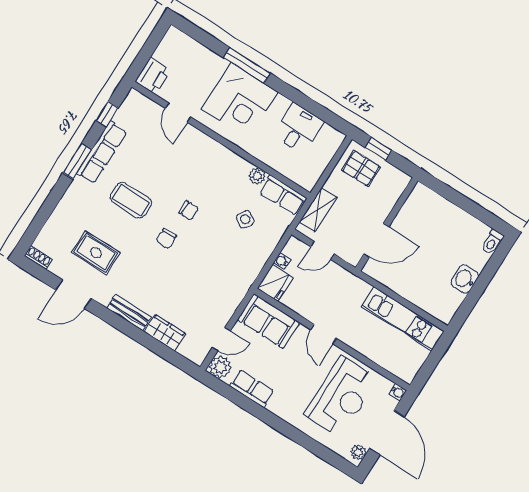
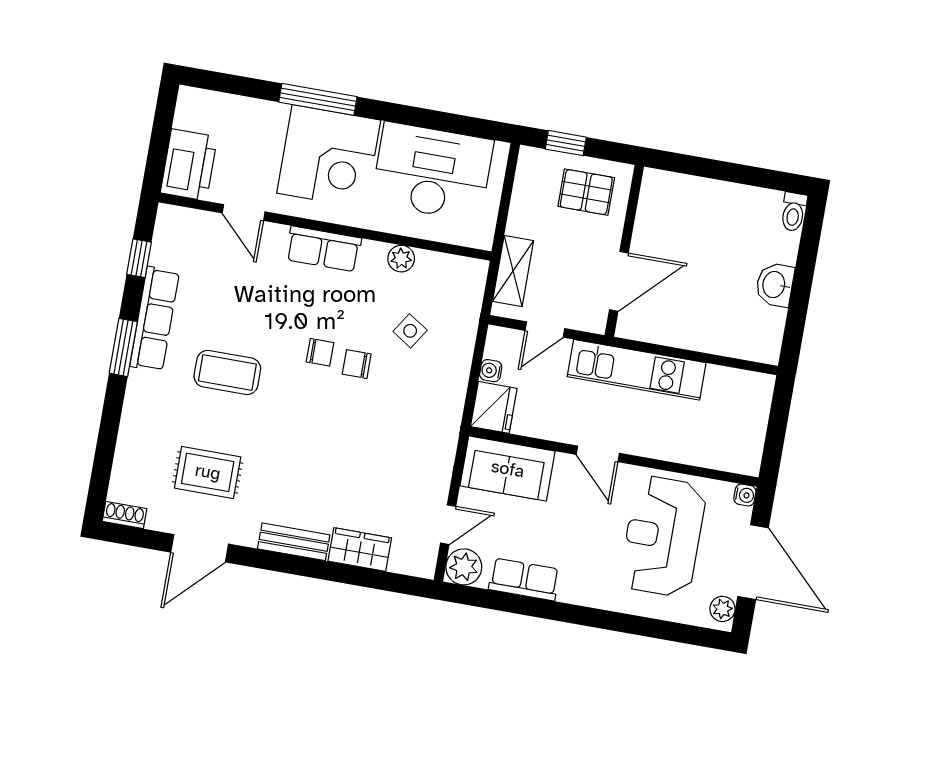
printer: (153, 76) -> (189, 165), width x1.37, depth x1.19
desk: (299, 129) -> (432, 172), width x1.87, depth x1.30
pallet: (361, 168) -> (586, 192), moved
row of seats: (283, 195) -> (324, 249), moved
chair: (166, 238) -> (357, 364), moved, turned 90
kitchen unit: (403, 319) -> (637, 370), moved
reception desk: (341, 397) -> (663, 536), turned 180

